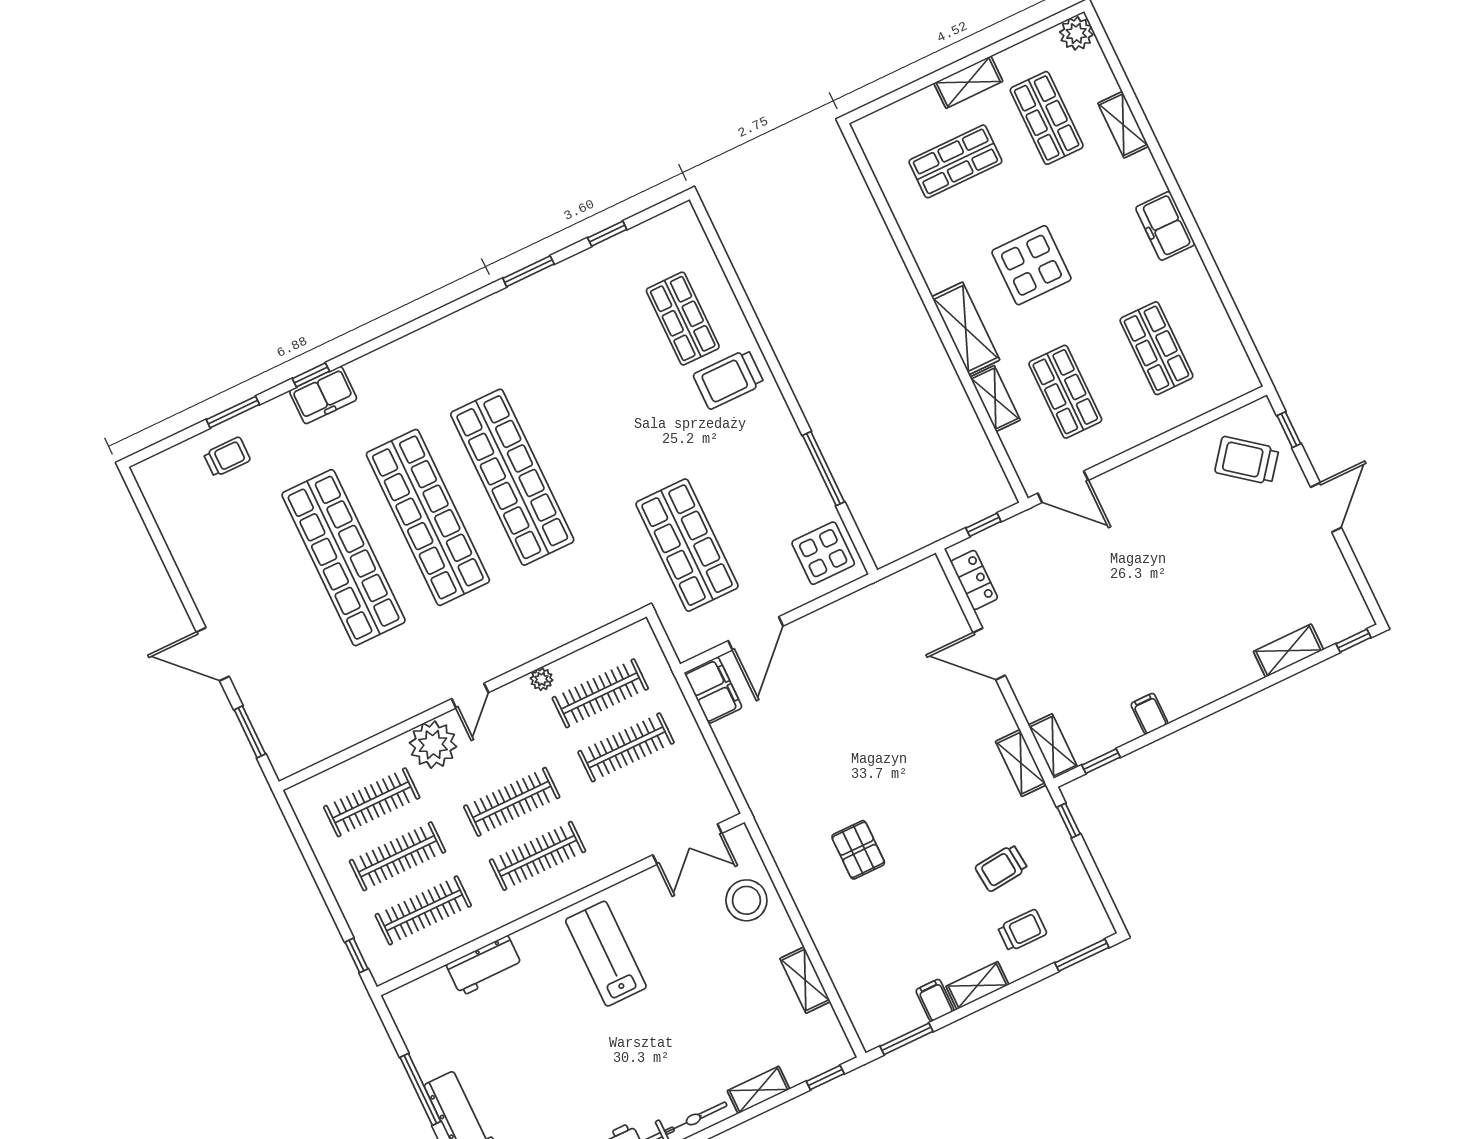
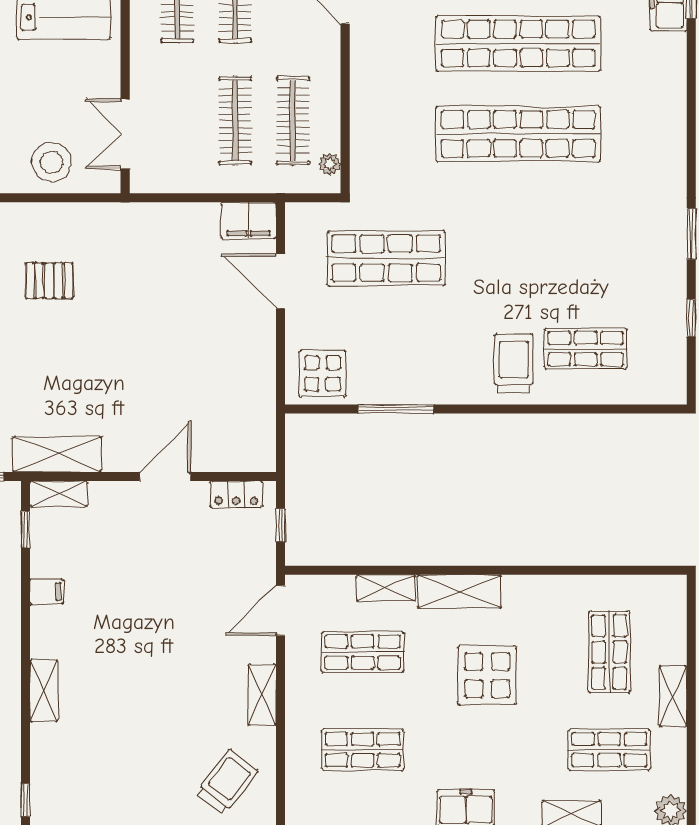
shelving: (1150, 466) -> (262, 695), added
shelving: (1288, 651) -> (44, 691), moved
plant: (541, 679) -> (330, 164), moved
shelving: (1021, 763) -> (57, 454), width x1.50, depth x1.33

